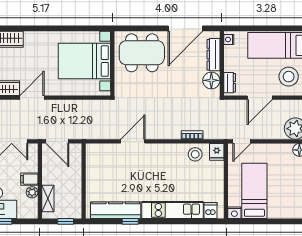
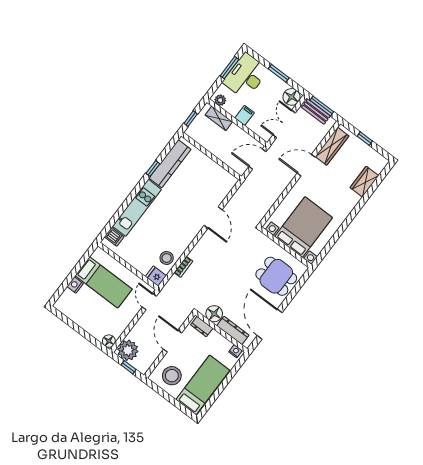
dining table: (142, 53) -> (276, 276), width x0.73
door: (32, 98) -> (306, 165), swing flipped
plant: (32, 192) -> (220, 100), moved
nightstand: (234, 213) -> (75, 285), moved

